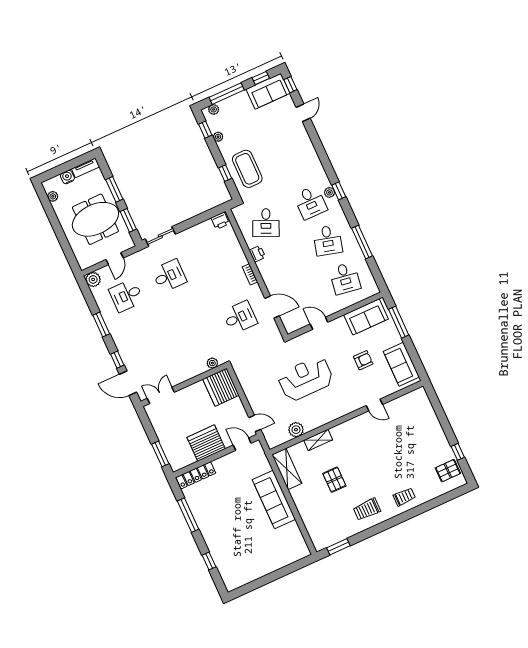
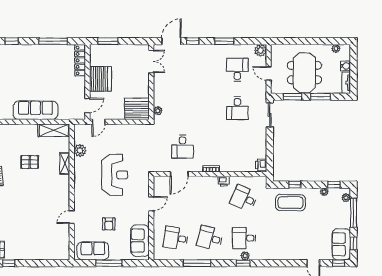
window: (399, 322) -> (109, 263), moved

